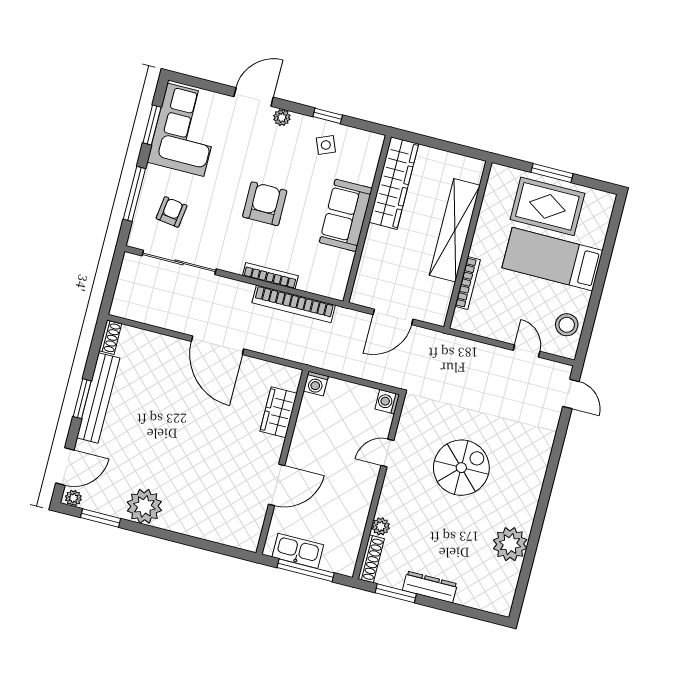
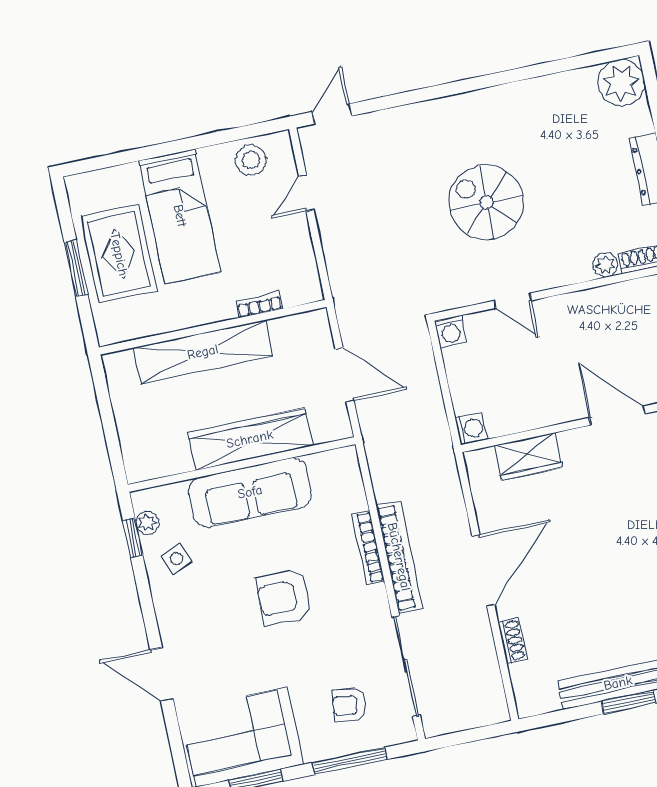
window: (328, 116) -> (133, 538), moved
plant: (282, 118) -> (147, 523), moved
wardrobe: (394, 183) -> (250, 439), moved
sofa: (346, 215) -> (250, 492), width x1.36
bookcase: (468, 283) -> (259, 305), width x0.64
bookcase: (294, 304) -> (399, 557), moved
shoe rack: (110, 337) -> (512, 641), moved, turned 90
plant: (510, 544) -> (621, 83), moved

